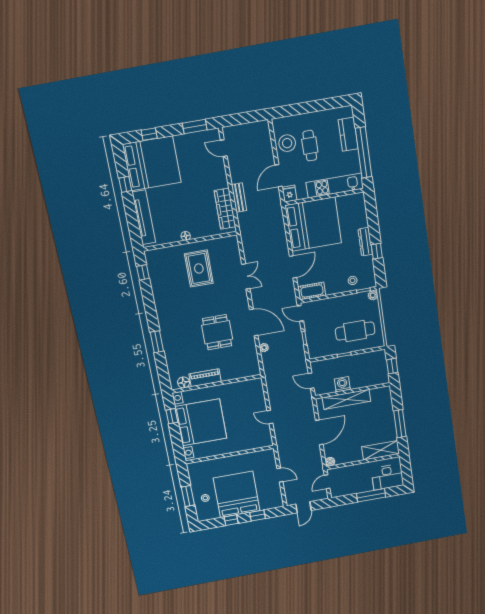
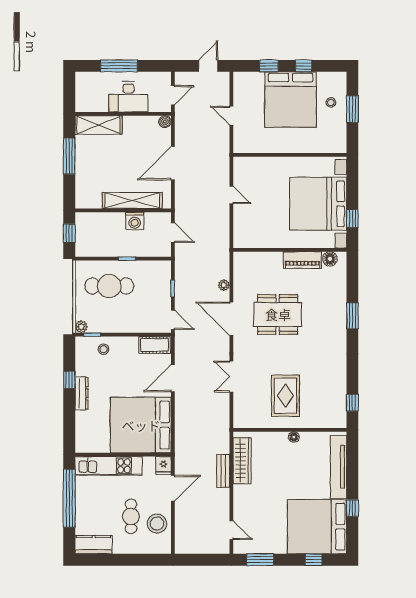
kitchen counter: (348, 134) -> (94, 545), moved, turned -90
dining table: (217, 332) -> (278, 314), width x1.38
desk: (387, 477) -> (128, 97), moved, turned 180

